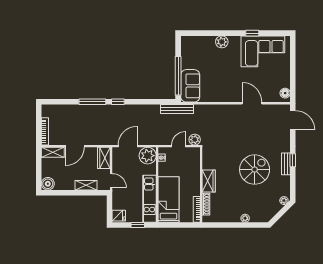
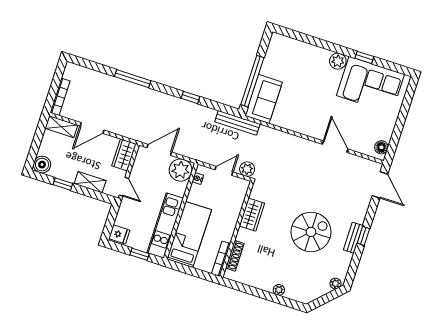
plant: (222, 42) -> (338, 61), moved
window: (118, 102) -> (191, 97), moved
wardrobe: (209, 181) -> (252, 215), moved
window: (67, 193) -> (63, 184), added

